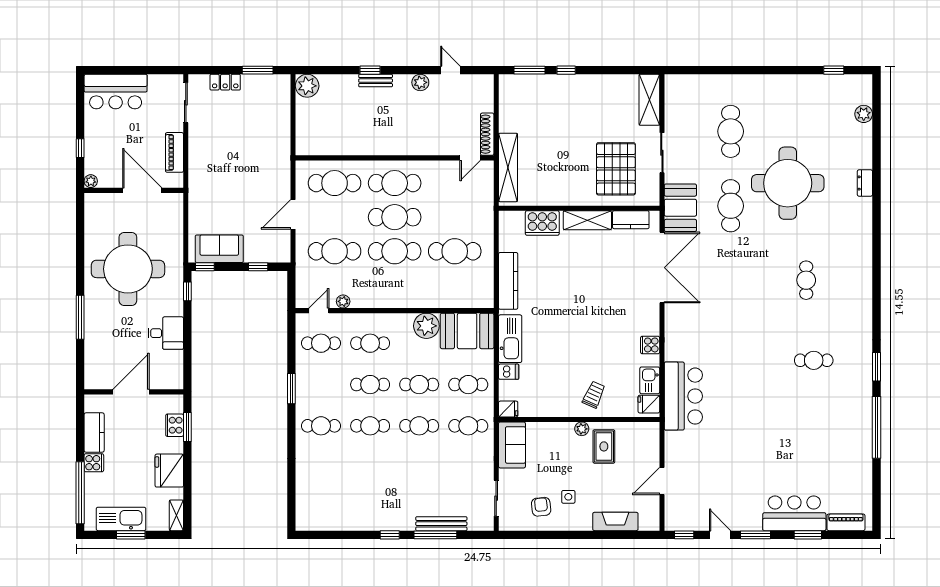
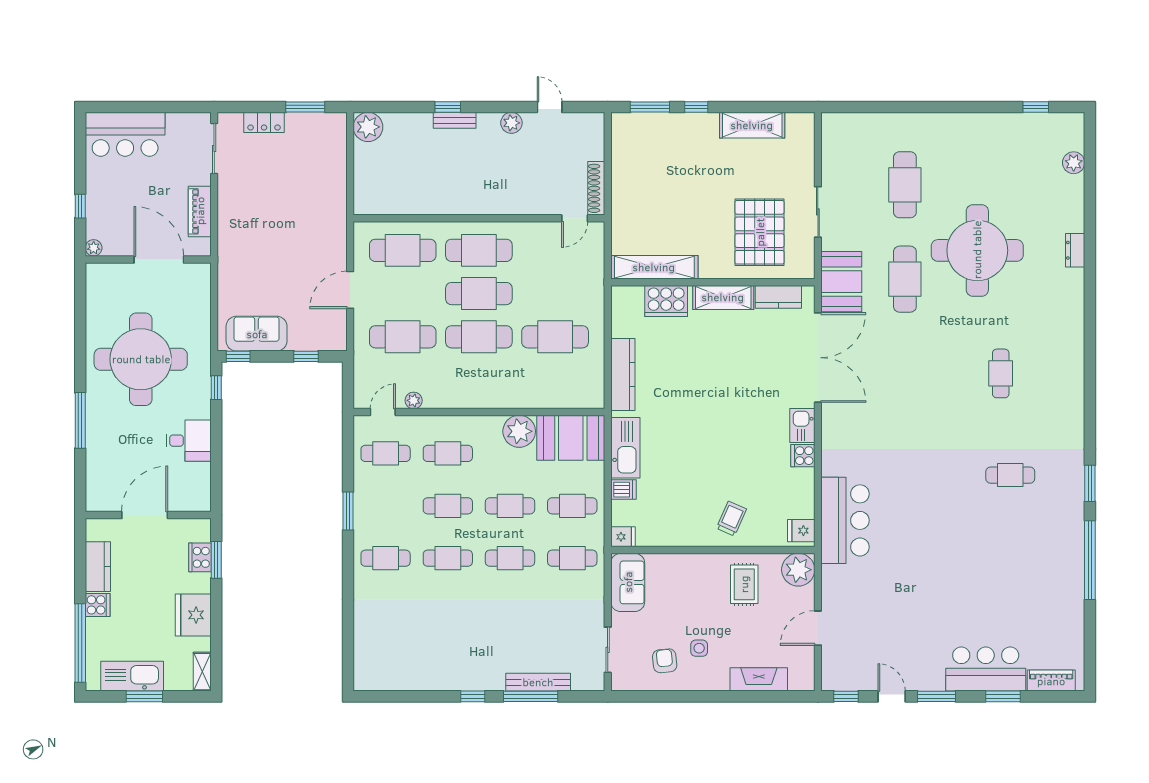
shelving: (649, 100) -> (752, 125), moved, turned 90
shelving: (508, 167) -> (654, 267), moved, turned 90
kitchen sink: (650, 380) -> (802, 426), moved
plant: (582, 429) -> (798, 570), moved, width x1.88, depth x1.88

